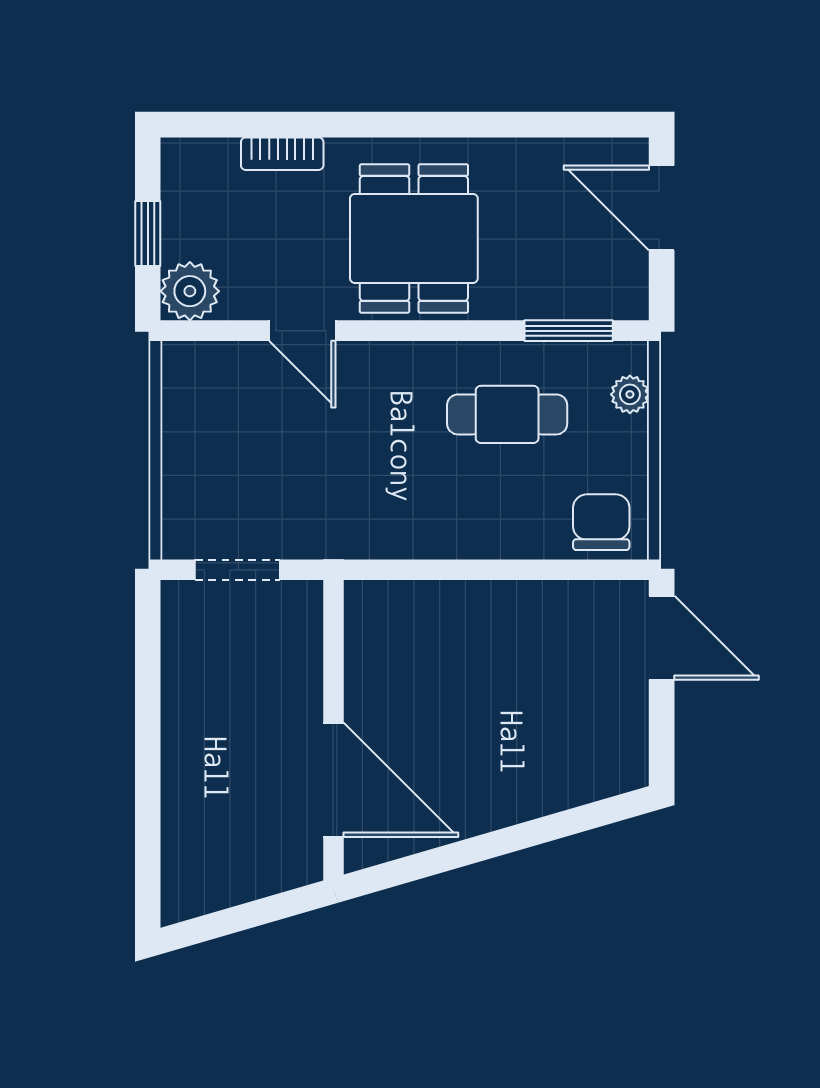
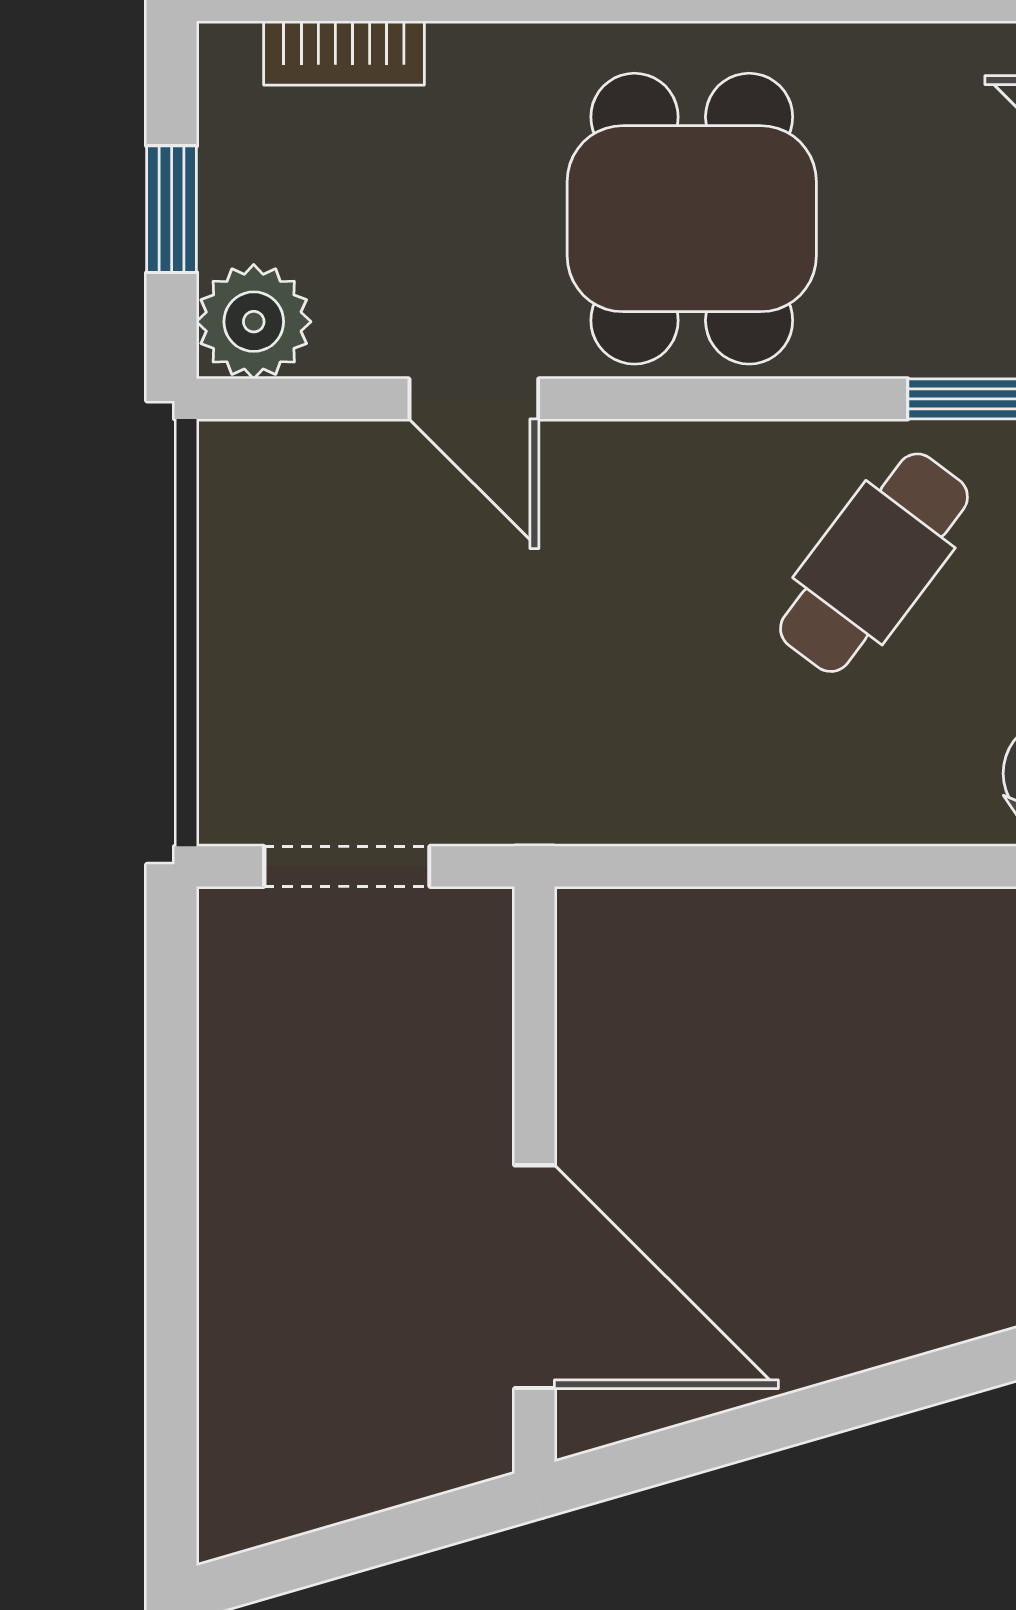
bookcase: (282, 154) -> (344, 53), moved
cafe table: (507, 414) -> (874, 563), turned -53

